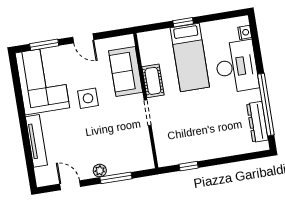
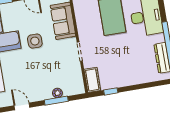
cot: (153, 81) -> (92, 80), moved
plant: (100, 171) -> (57, 93), moved

